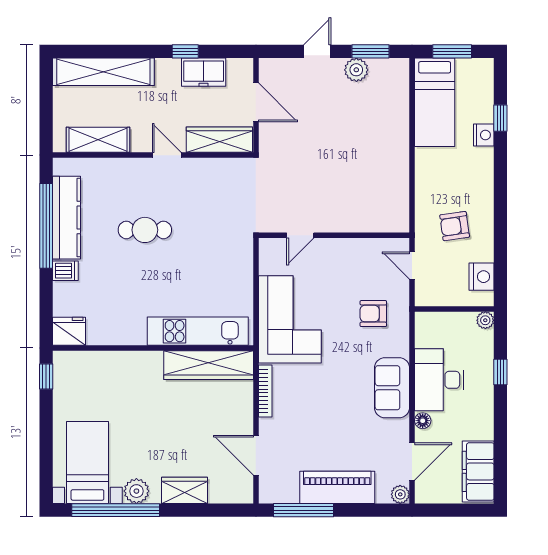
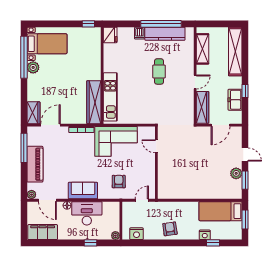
armchair: (455, 226) -> (170, 229), moved
wardrobe: (185, 490) -> (33, 113), moved

